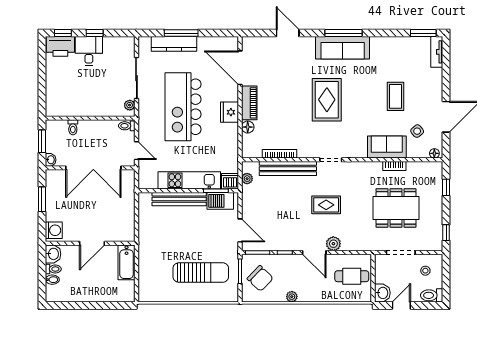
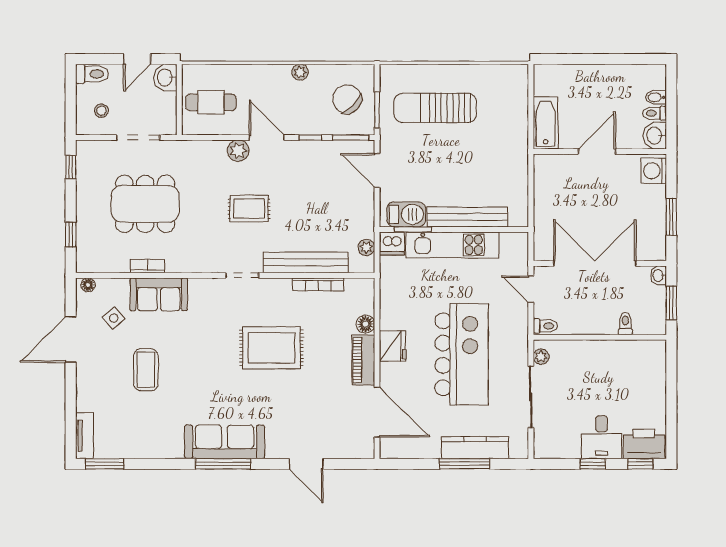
rug: (327, 100) -> (271, 348), moved, turned 90

